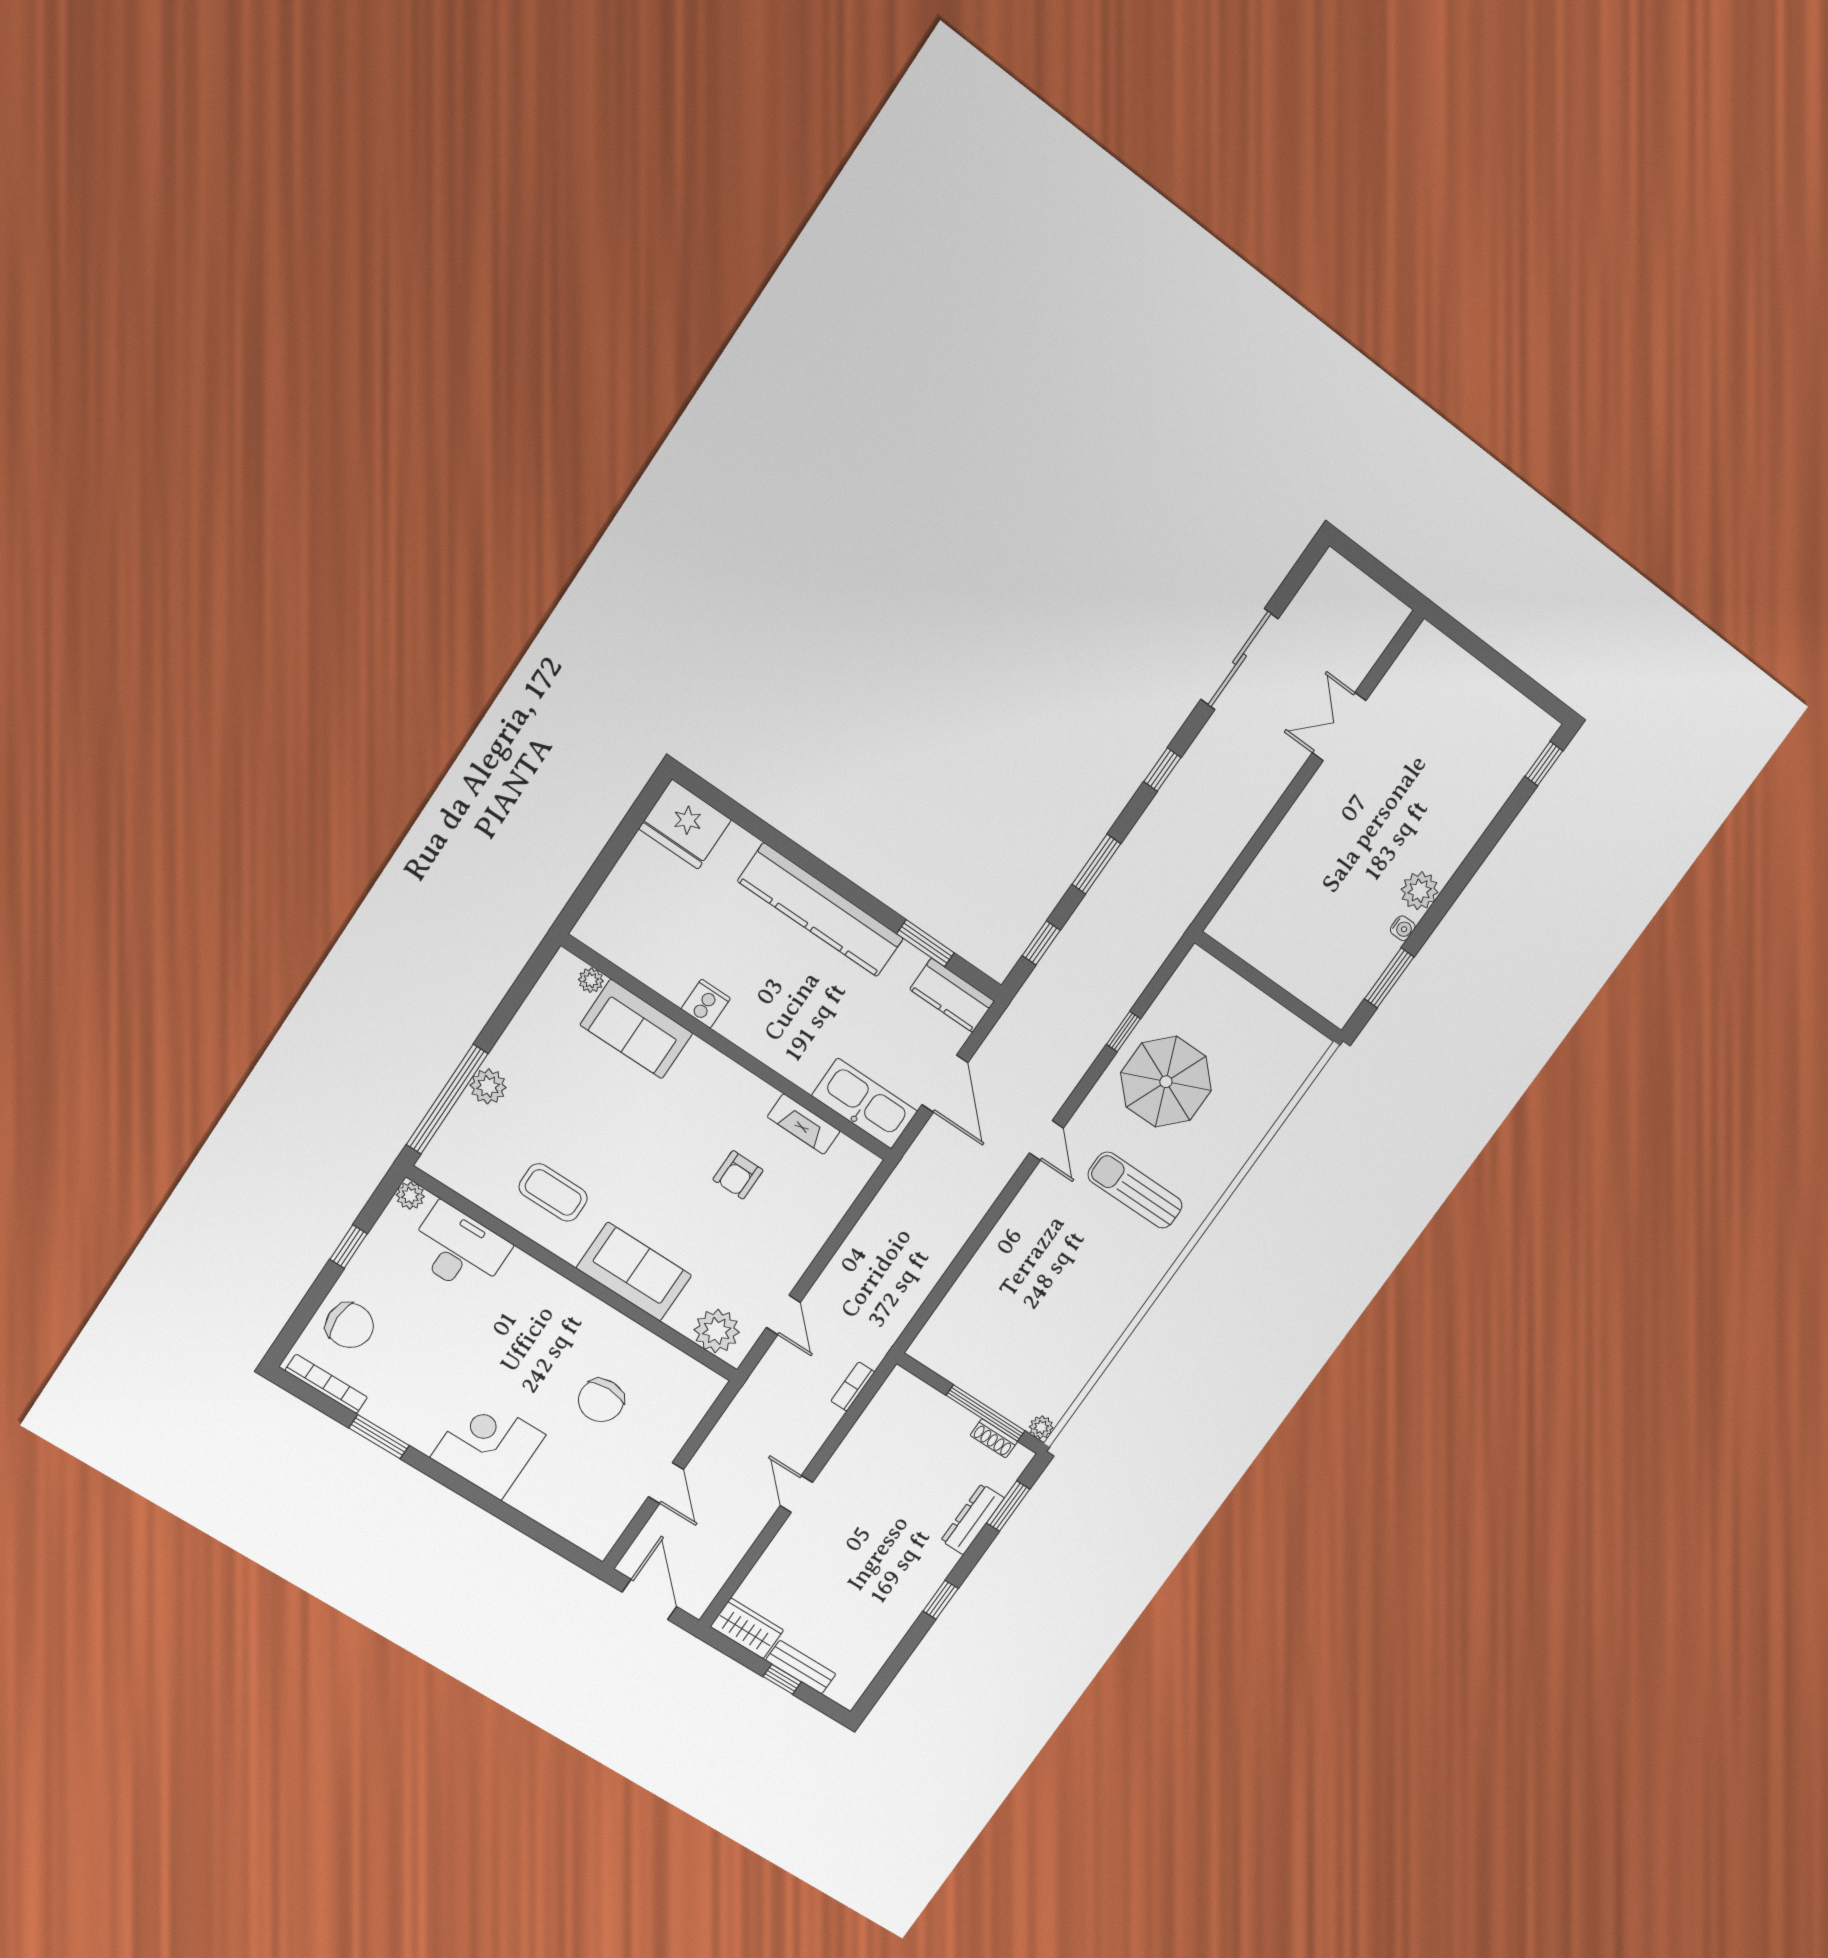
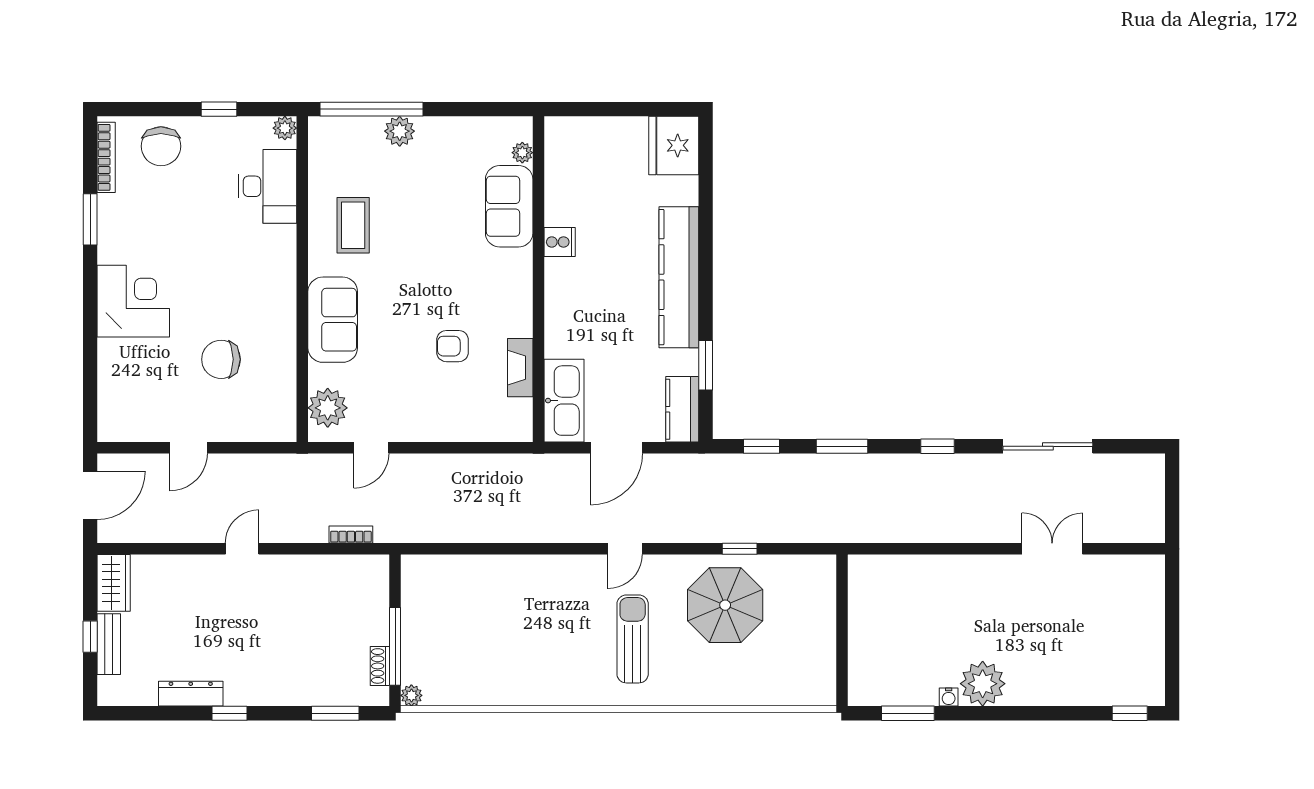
plant: (1420, 891) -> (983, 684), width x1.36, depth x1.36
dresser: (973, 1519) -> (191, 694), moved

